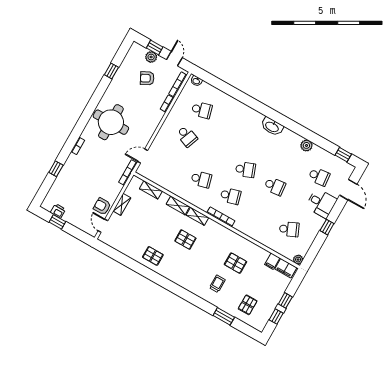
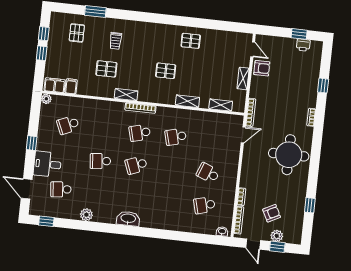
shelving: (197, 216) -> (126, 95), moved

